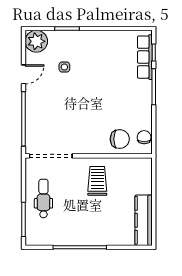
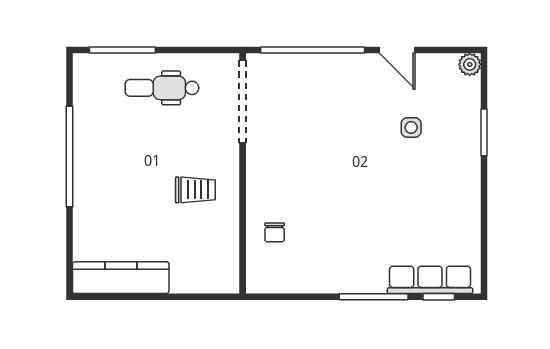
plant: (36, 41) -> (470, 64), width x0.53, depth x0.53
chair: (144, 137) -> (278, 279), removed
chair: (120, 139) -> (275, 232), width x0.54, depth x0.54
trolley: (97, 181) -> (195, 190), width x0.73, depth x0.72
dental chair: (43, 198) -> (162, 88), turned 180

